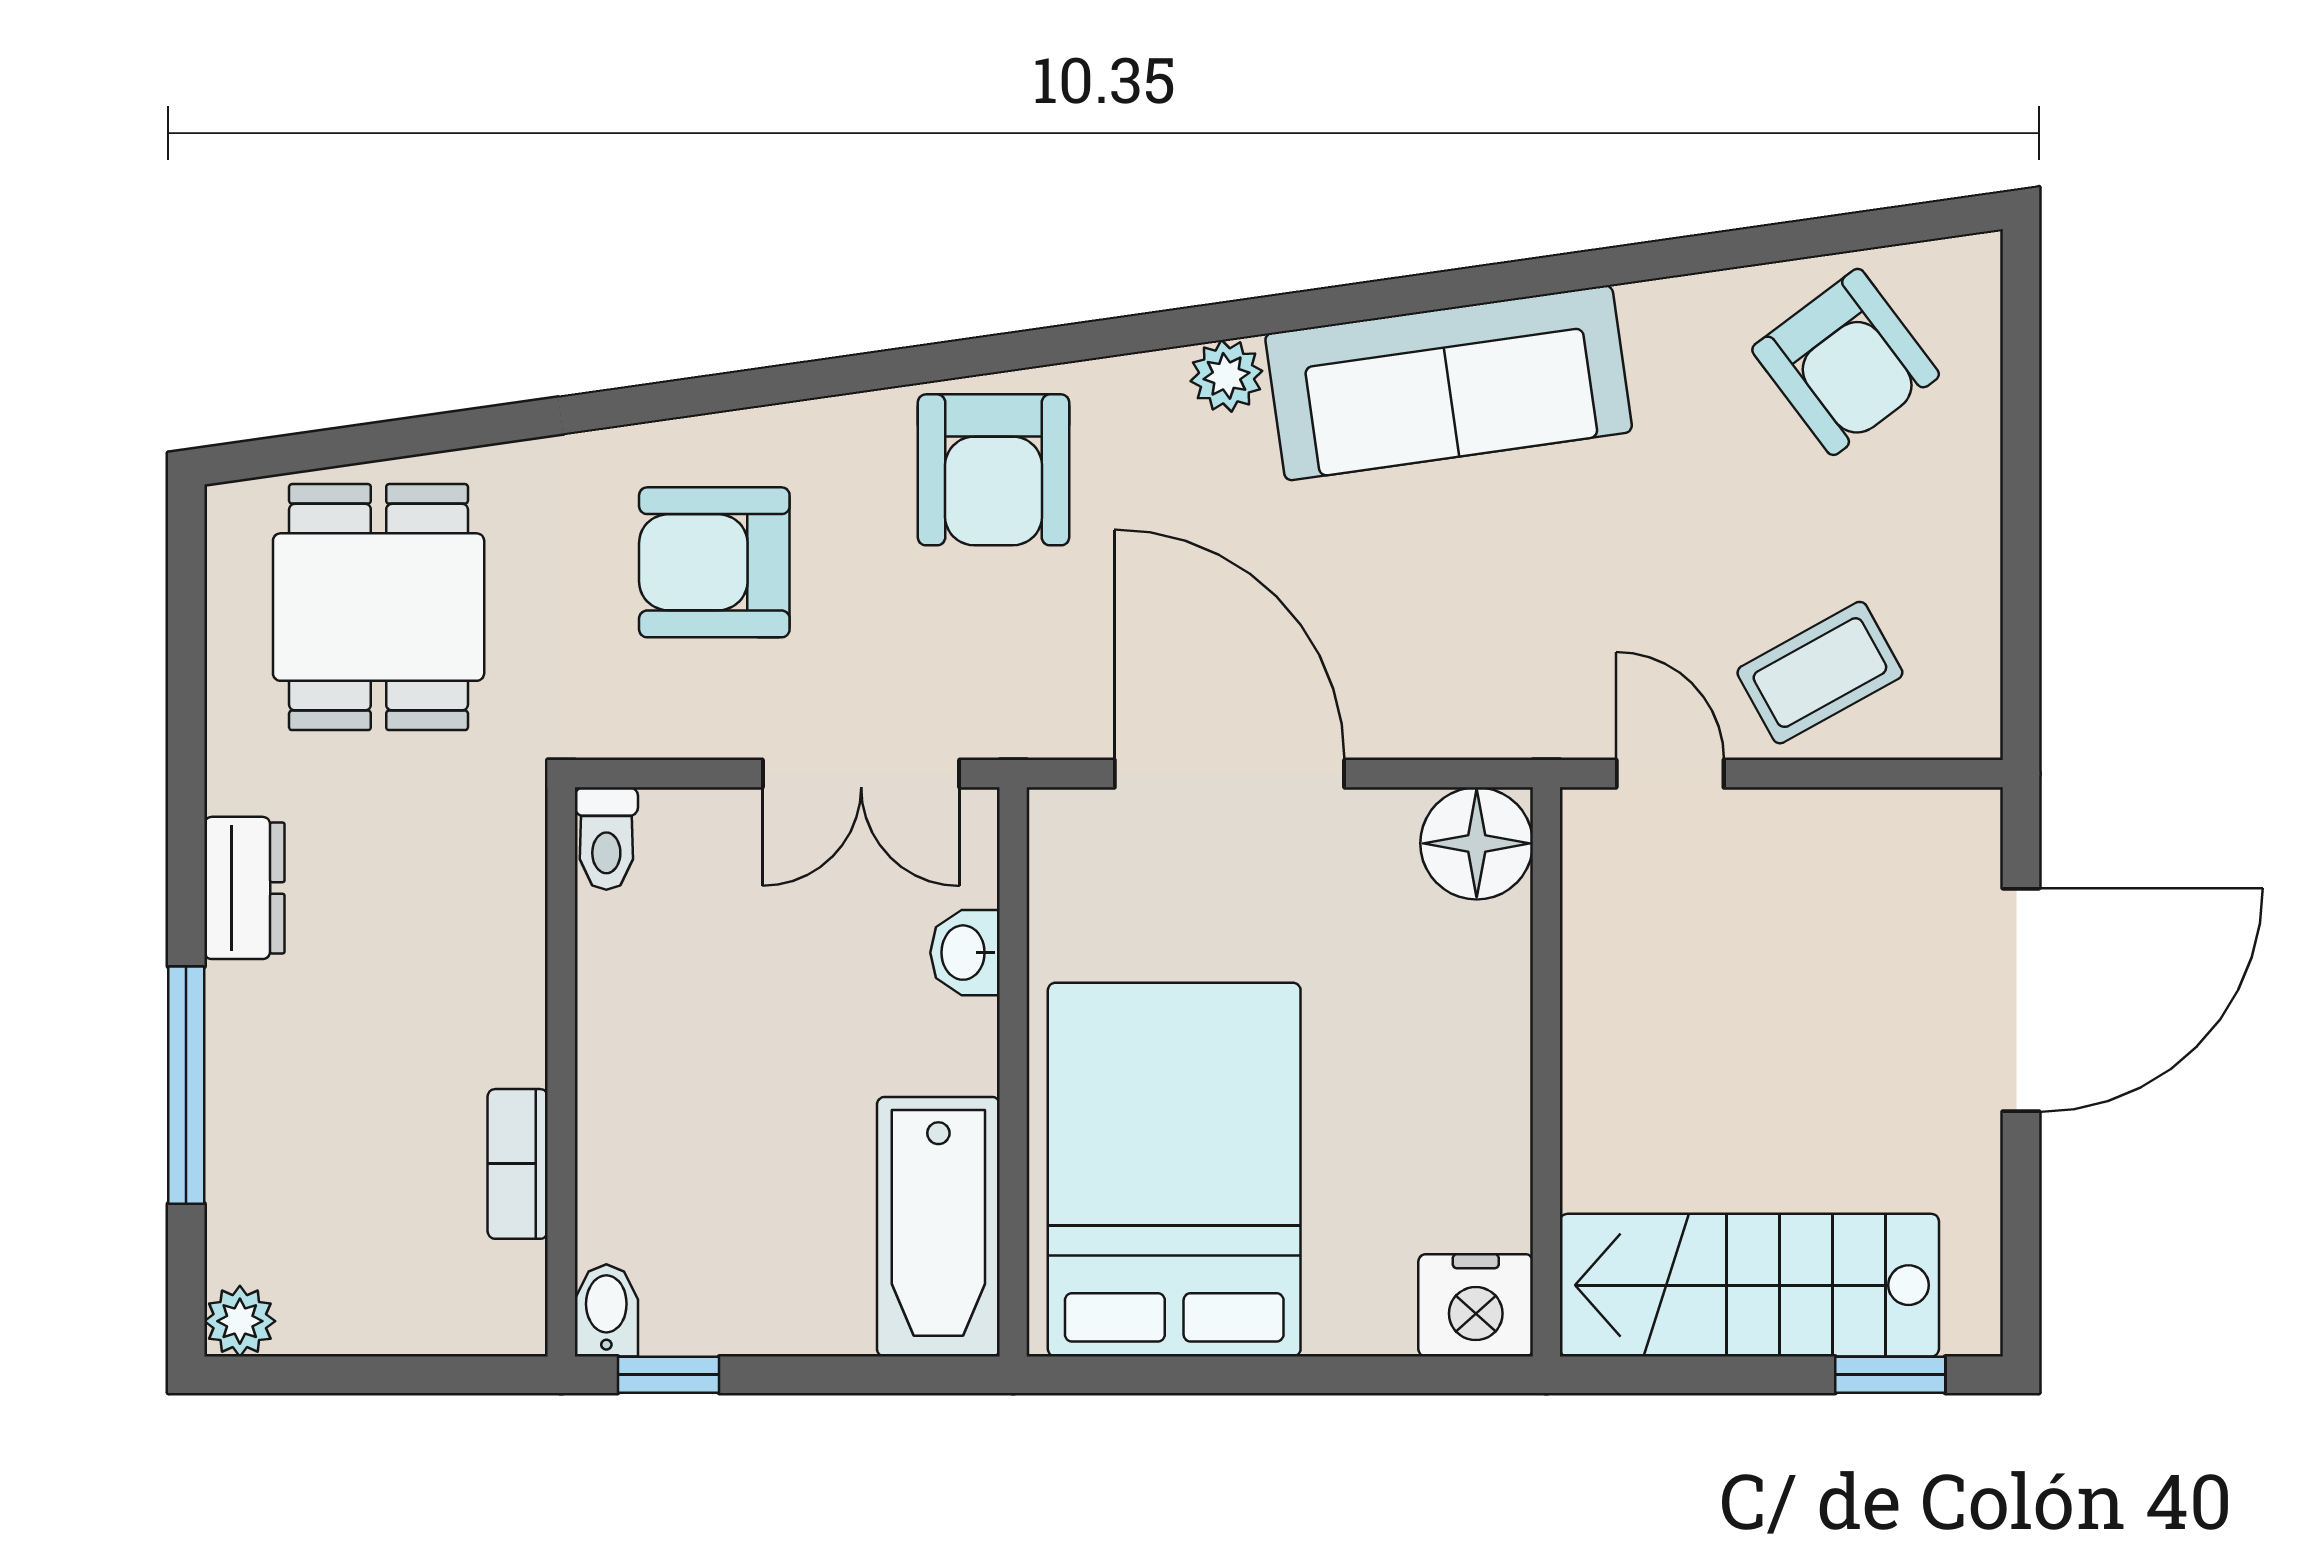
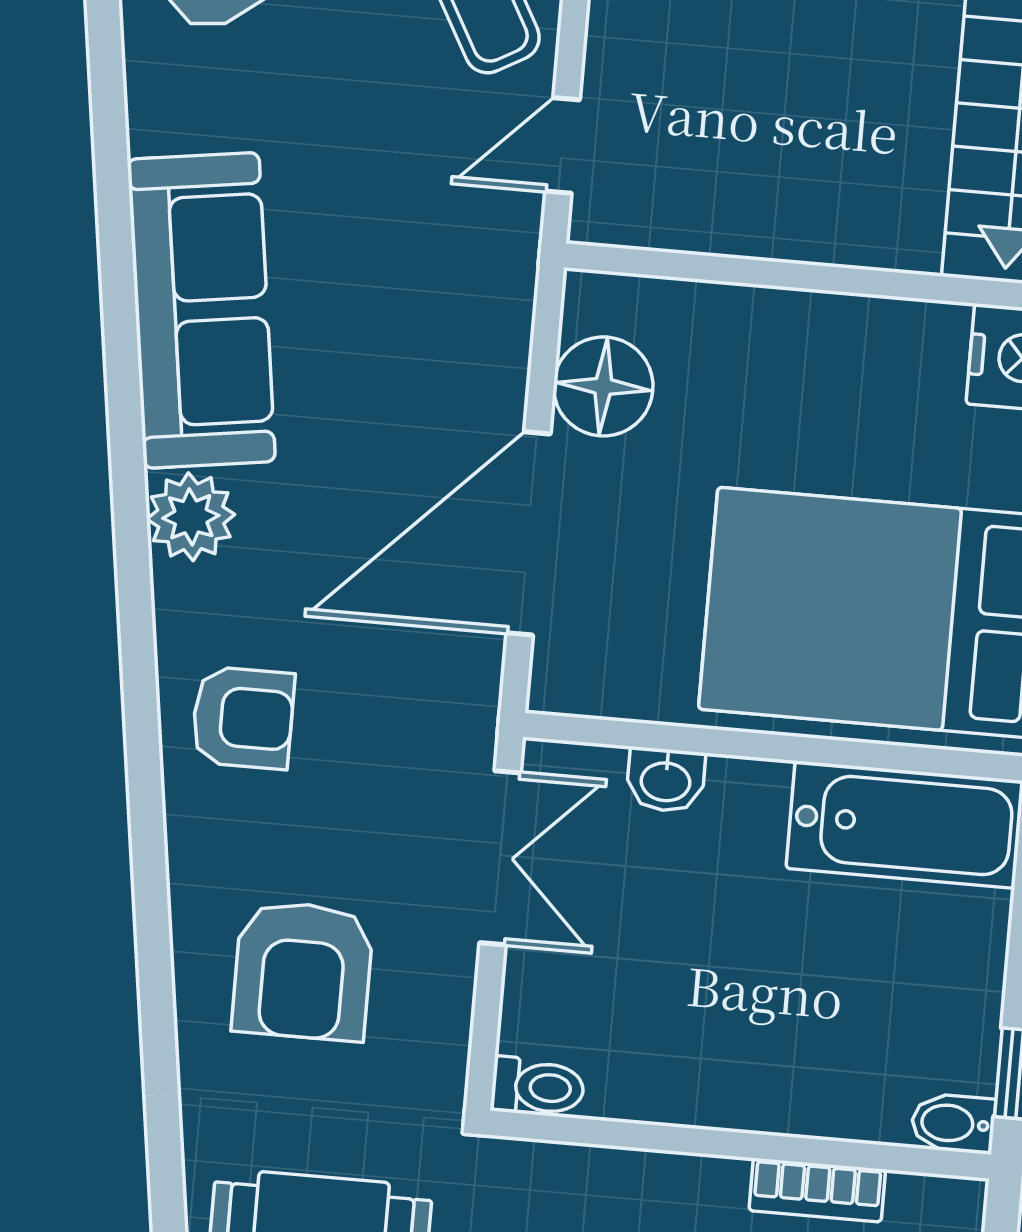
plant: (1226, 376) -> (191, 517), width x1.38, depth x1.38
armchair: (994, 470) -> (243, 718), width x0.72, depth x0.72
floor lamp: (1477, 843) -> (603, 386), moved

